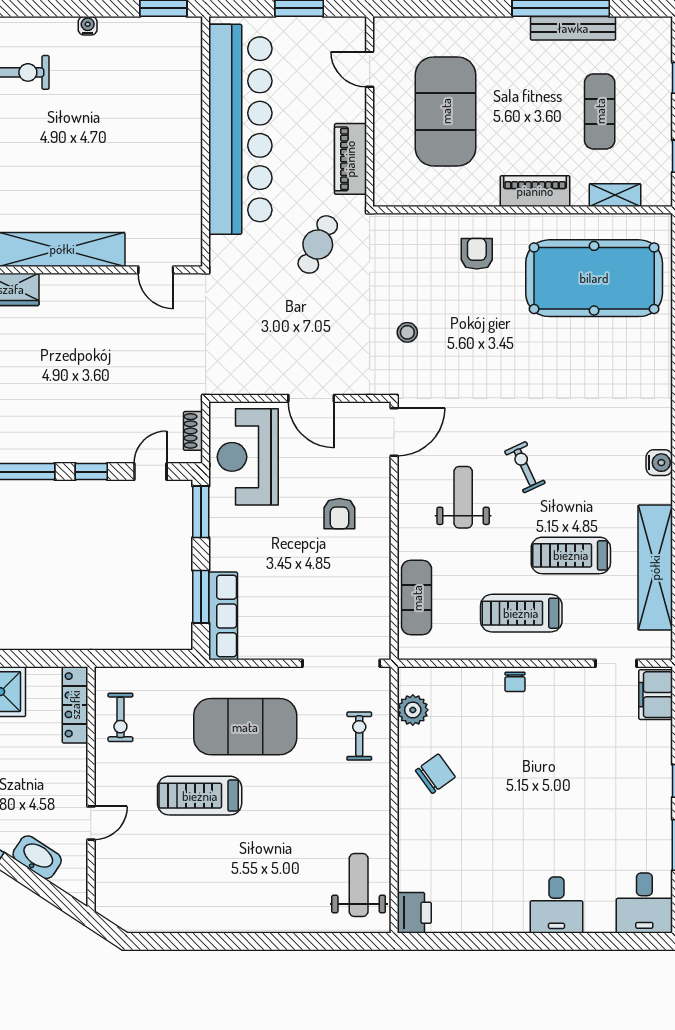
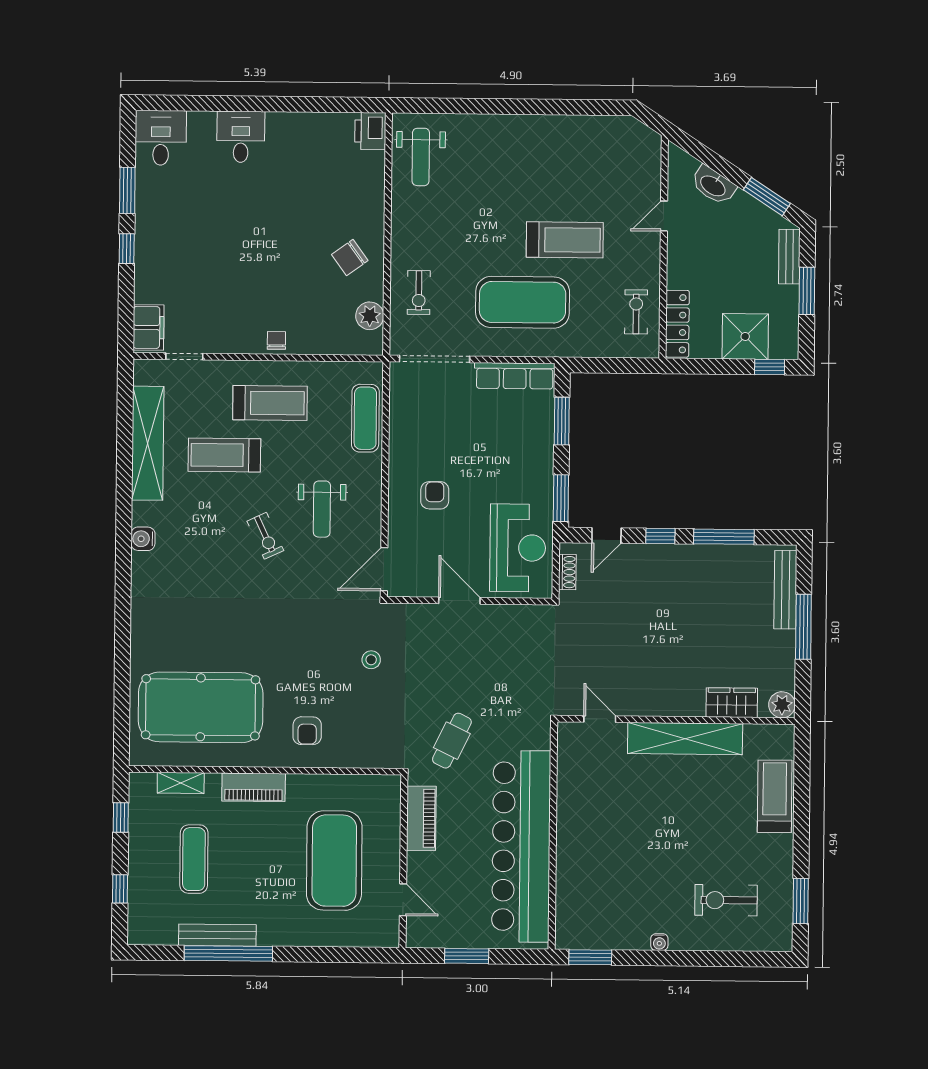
treadmill: (571, 555) -> (224, 455), turned 180
row of seats: (223, 616) -> (515, 376), moved, turned -90

